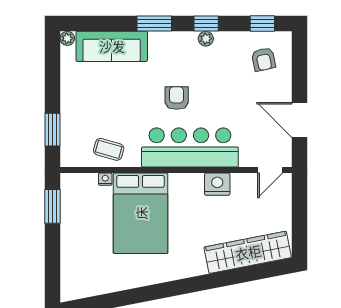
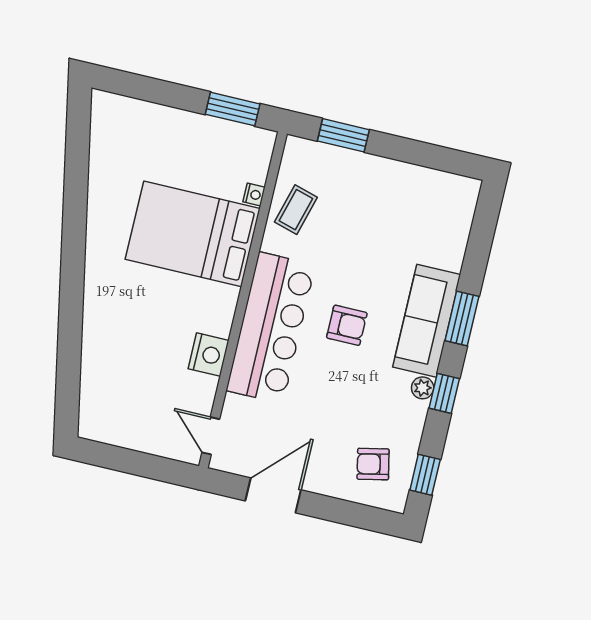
plant: (67, 38) -> (470, 188), removed
sofa: (112, 46) -> (427, 321), moved
wardrobe: (248, 252) -> (100, 375), removed

